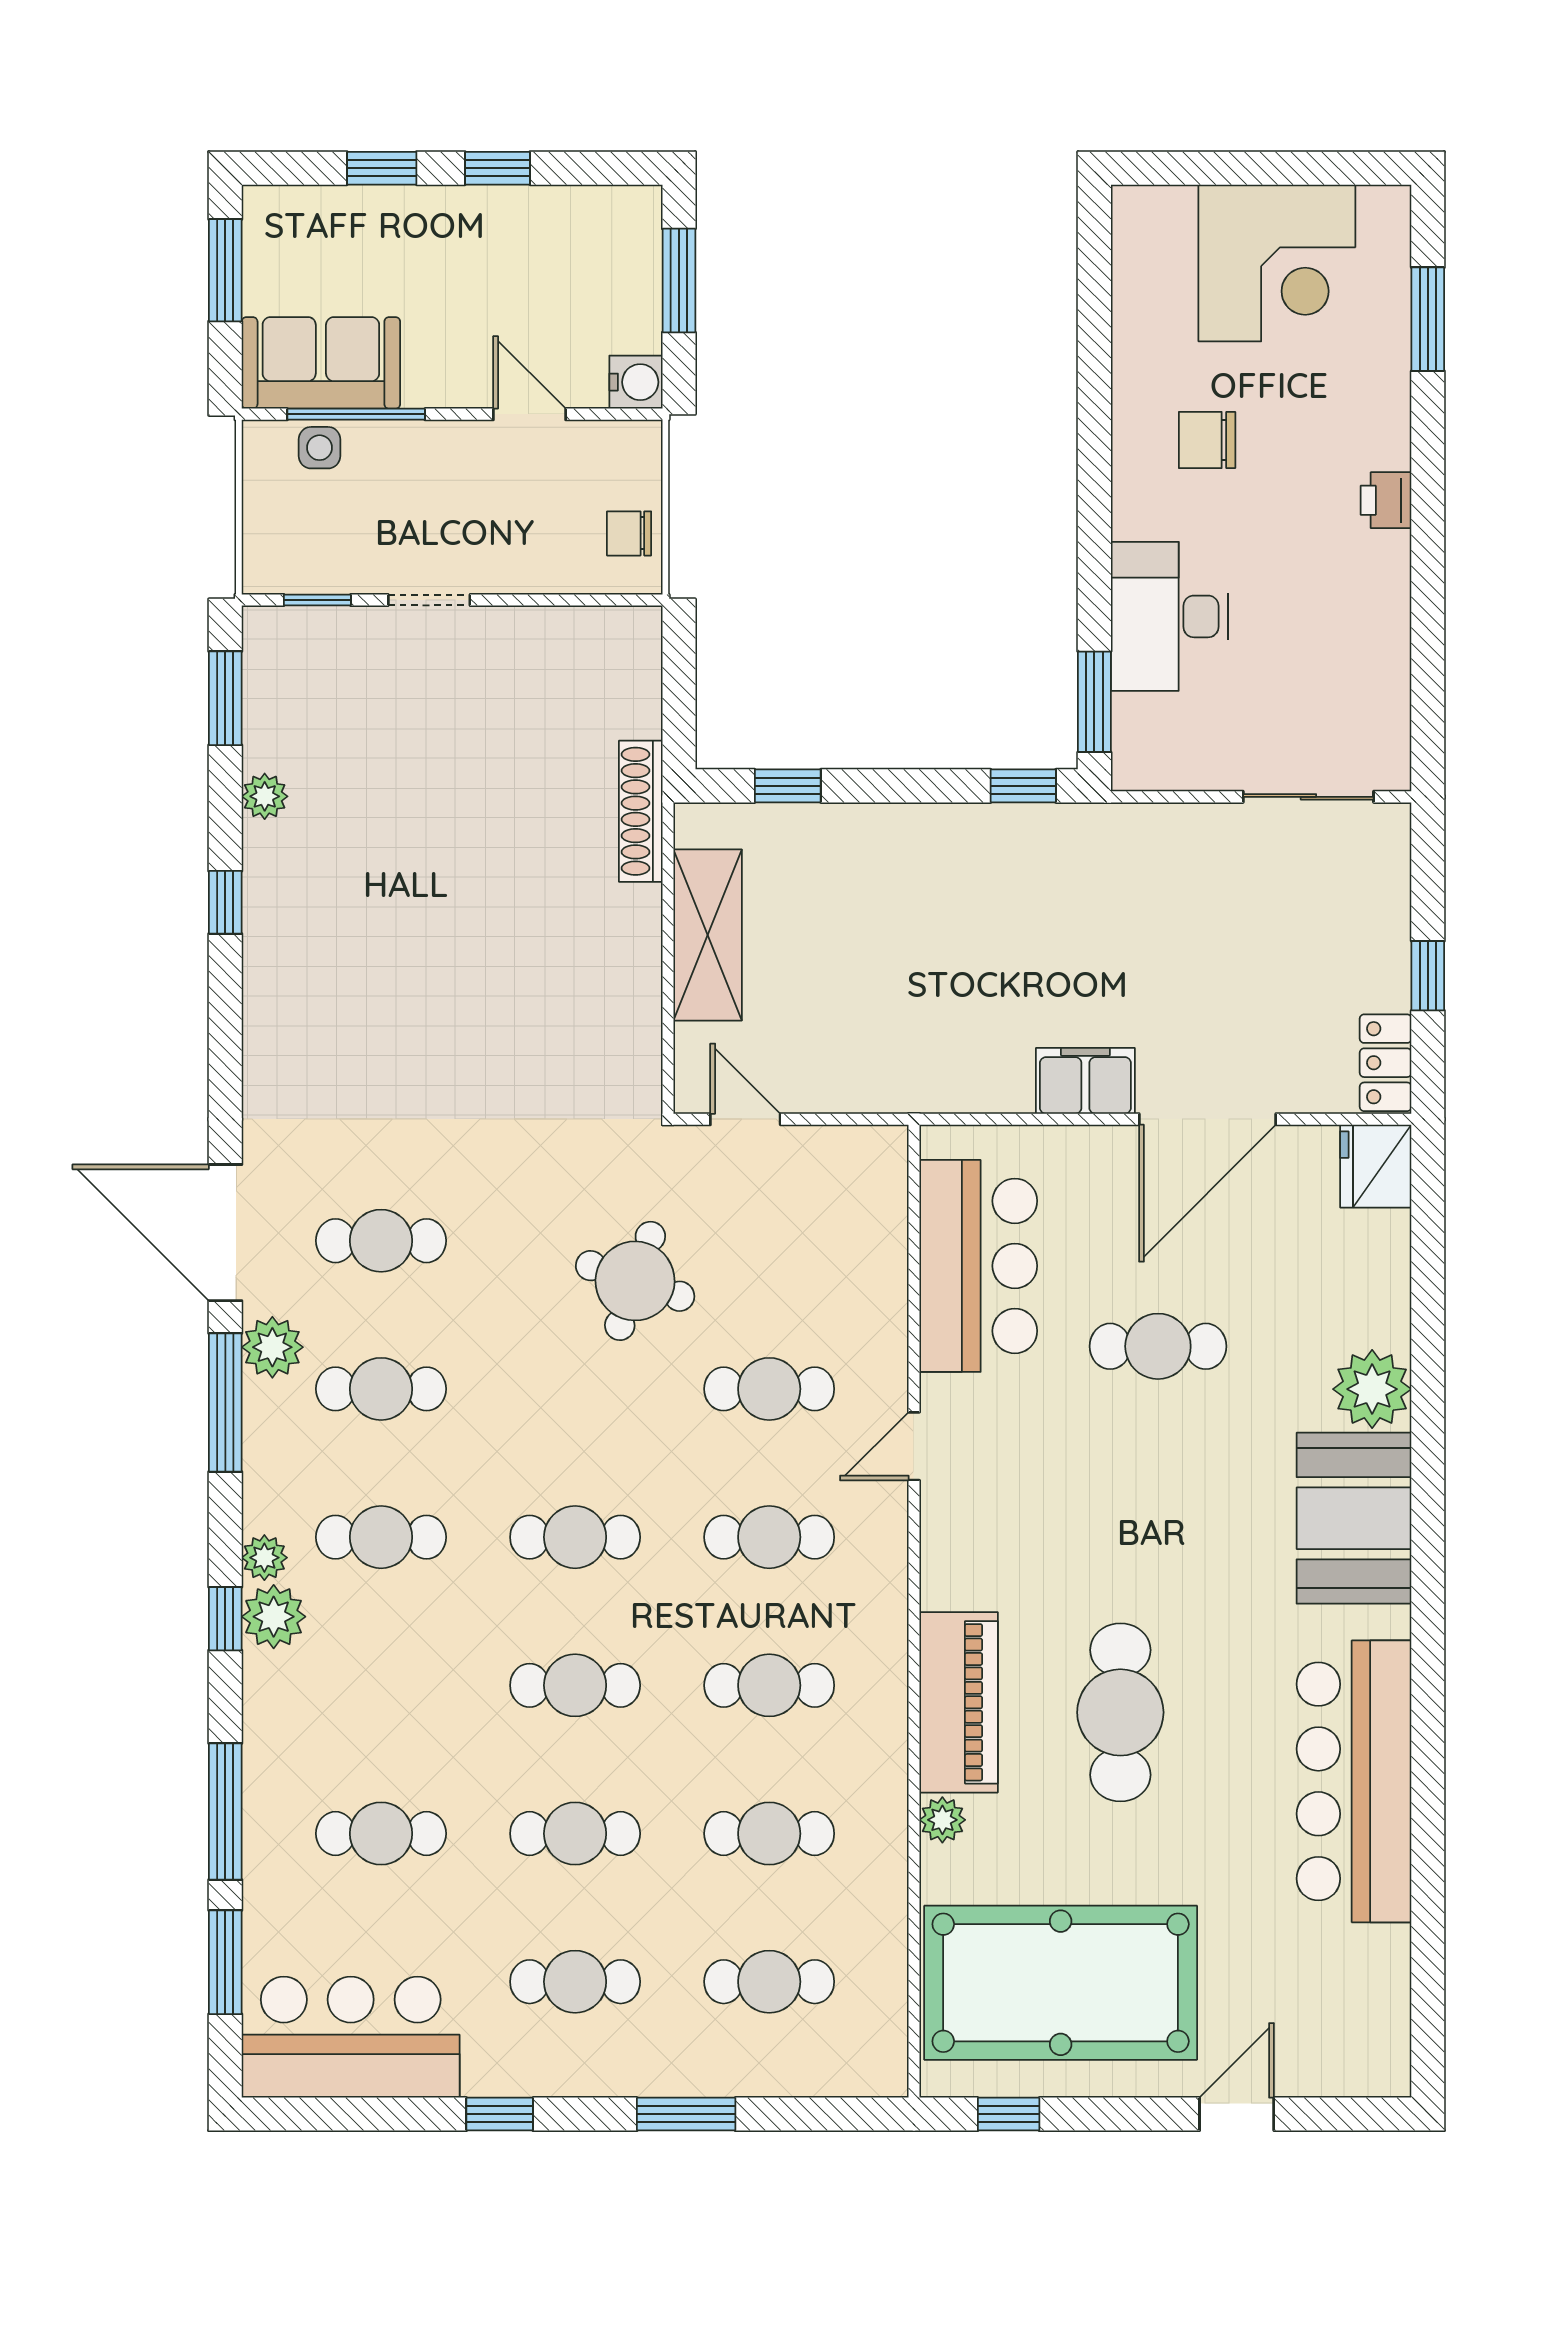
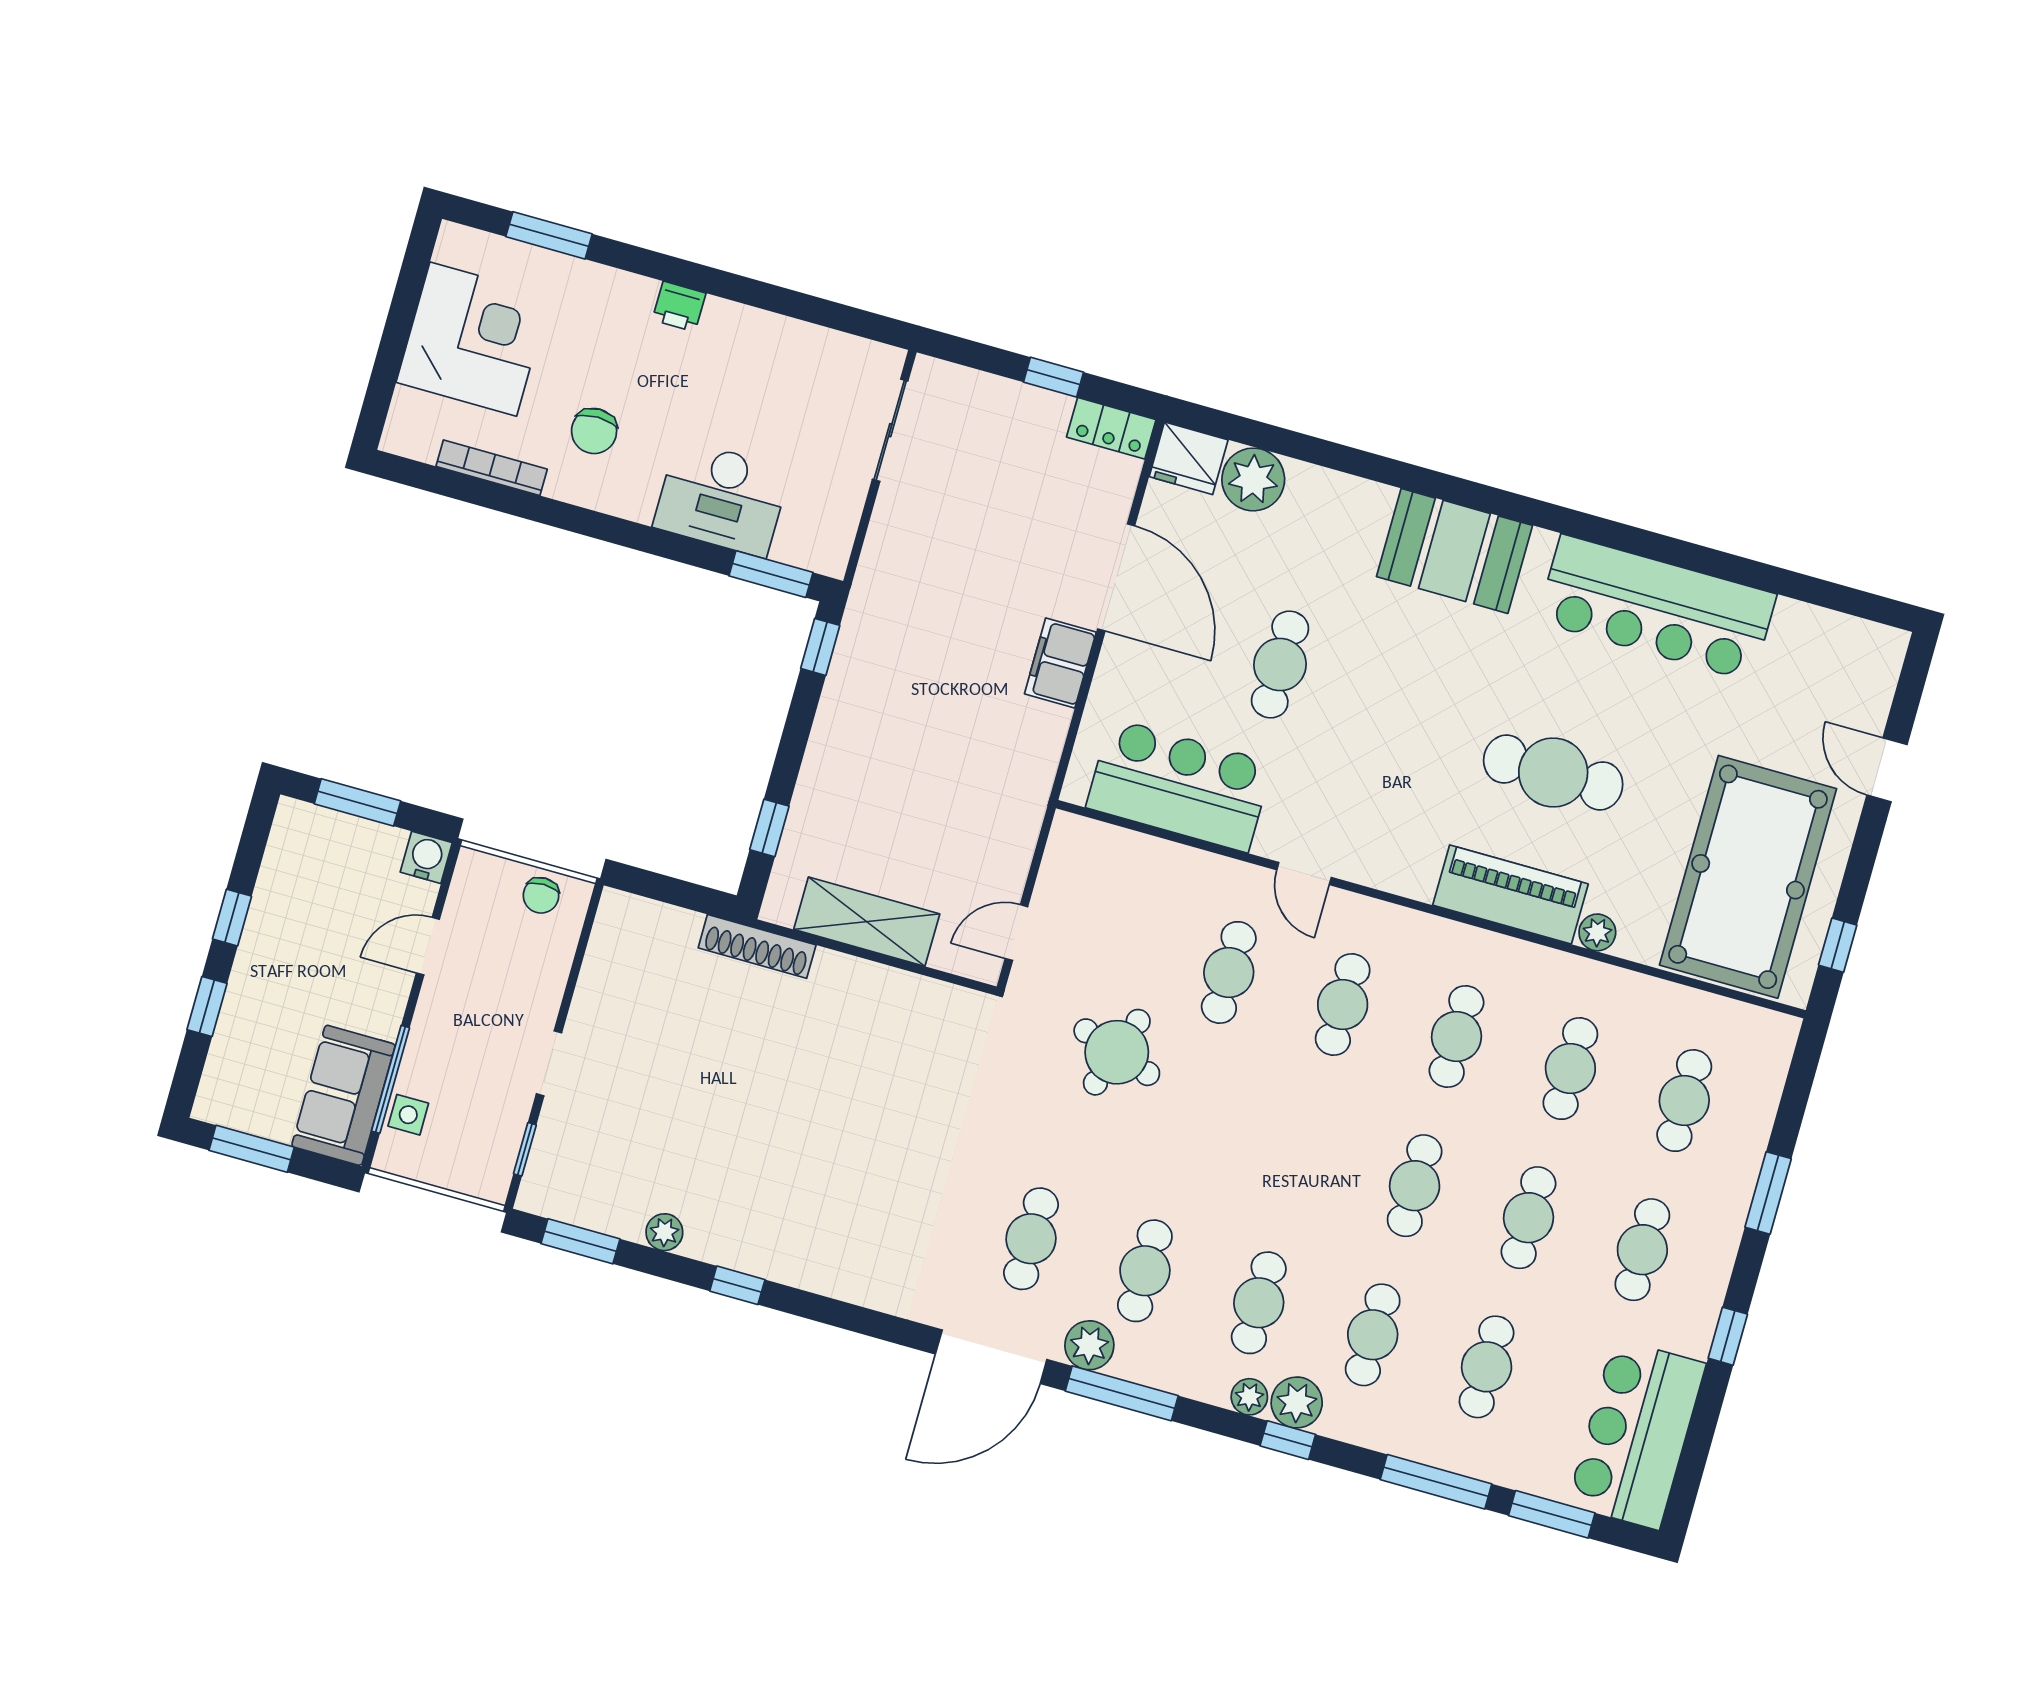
bookcase: (1128, 329) -> (492, 468), added
plant: (1372, 1389) -> (1253, 479), moved
cafe table: (575, 1537) -> (1373, 1335), moved

